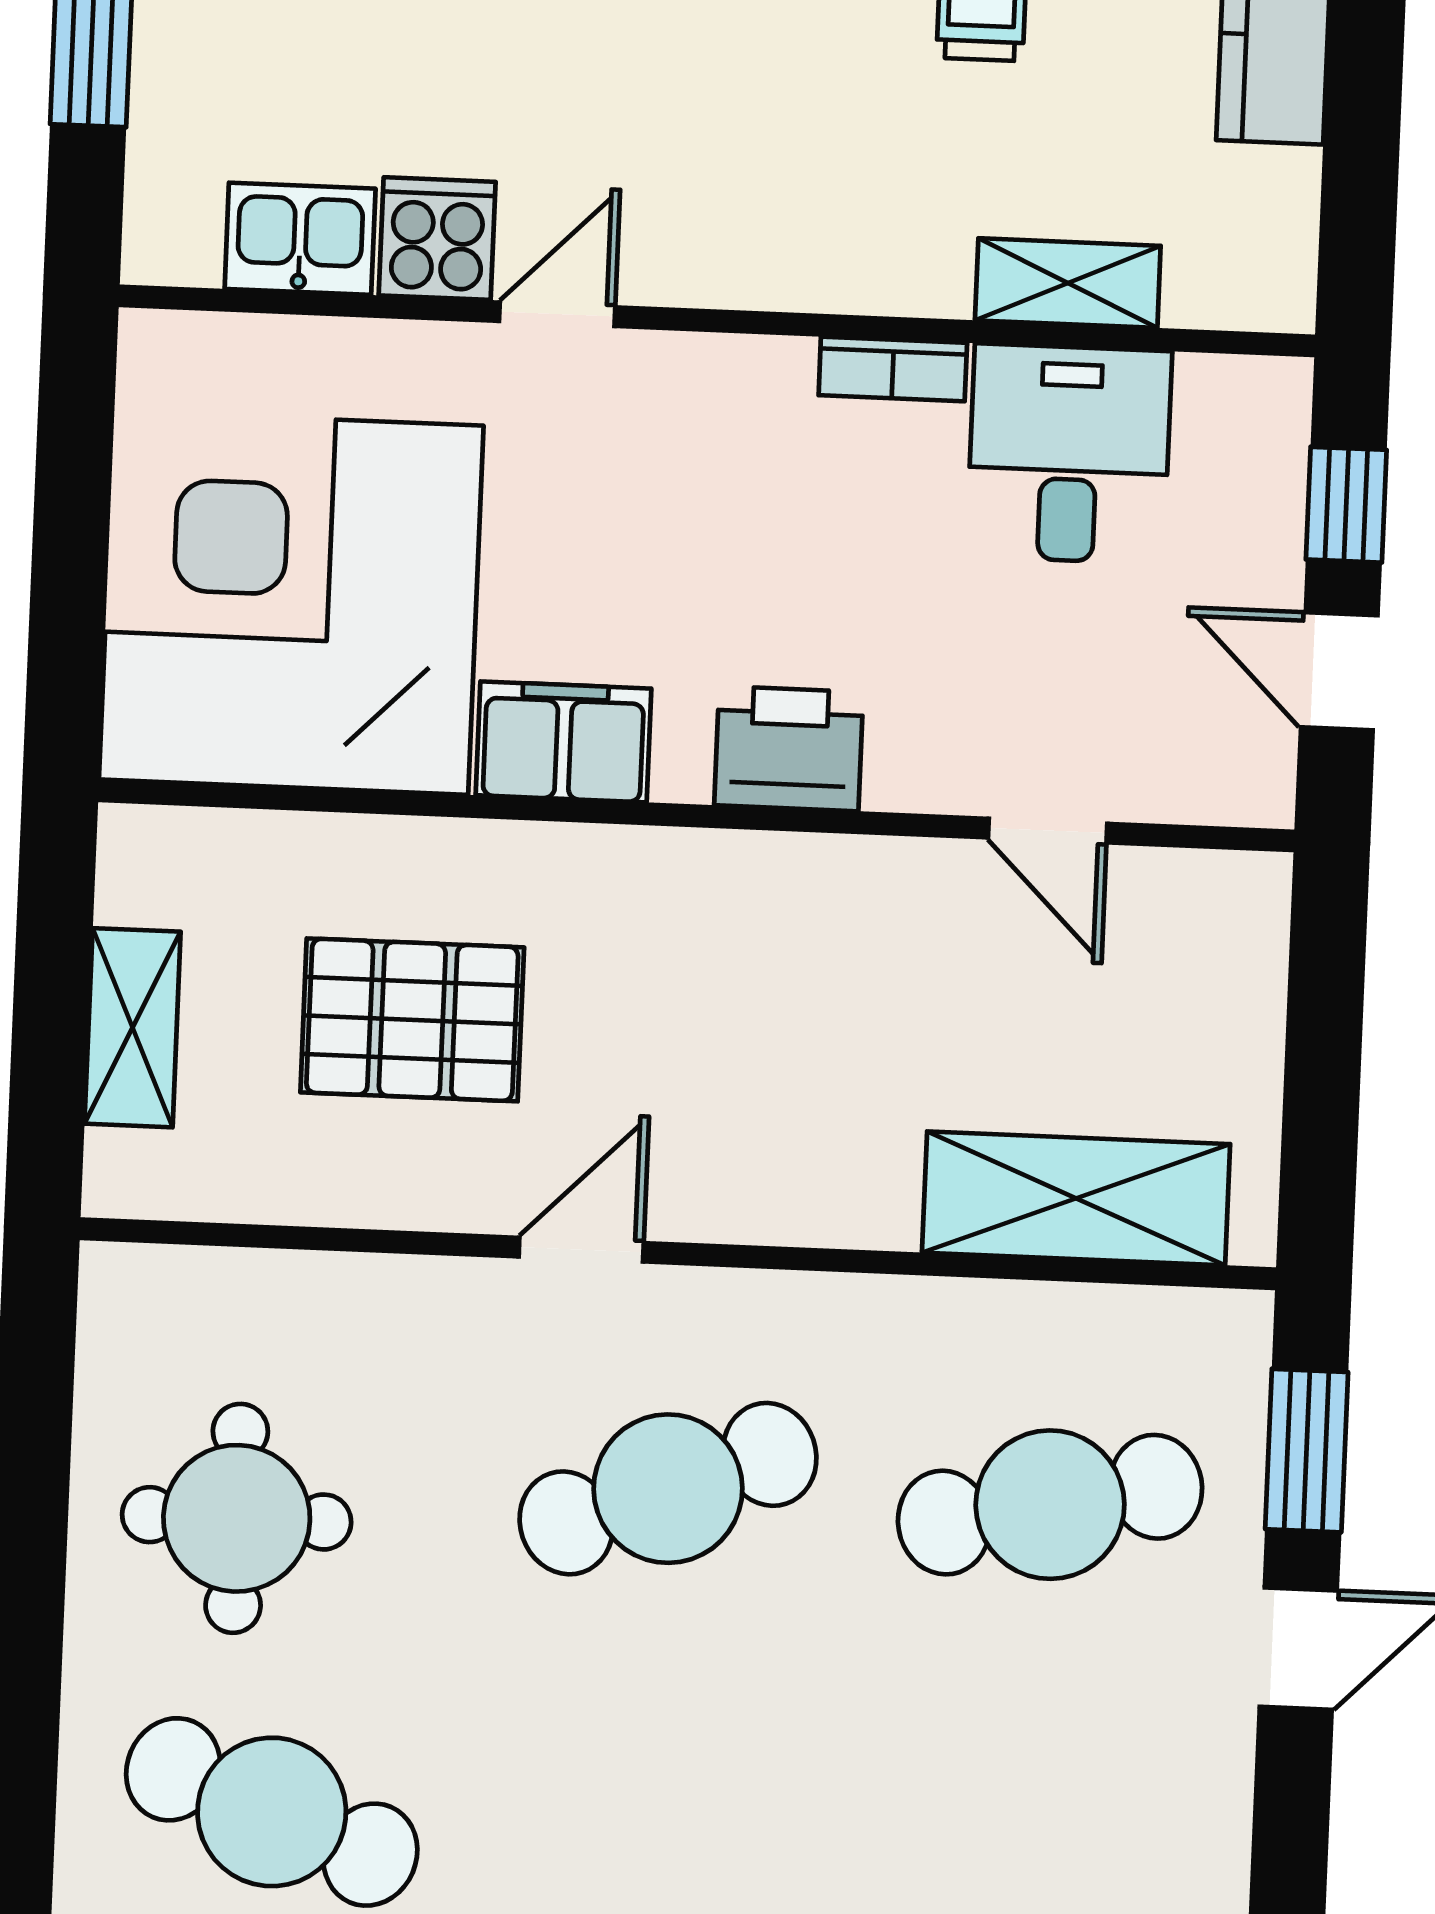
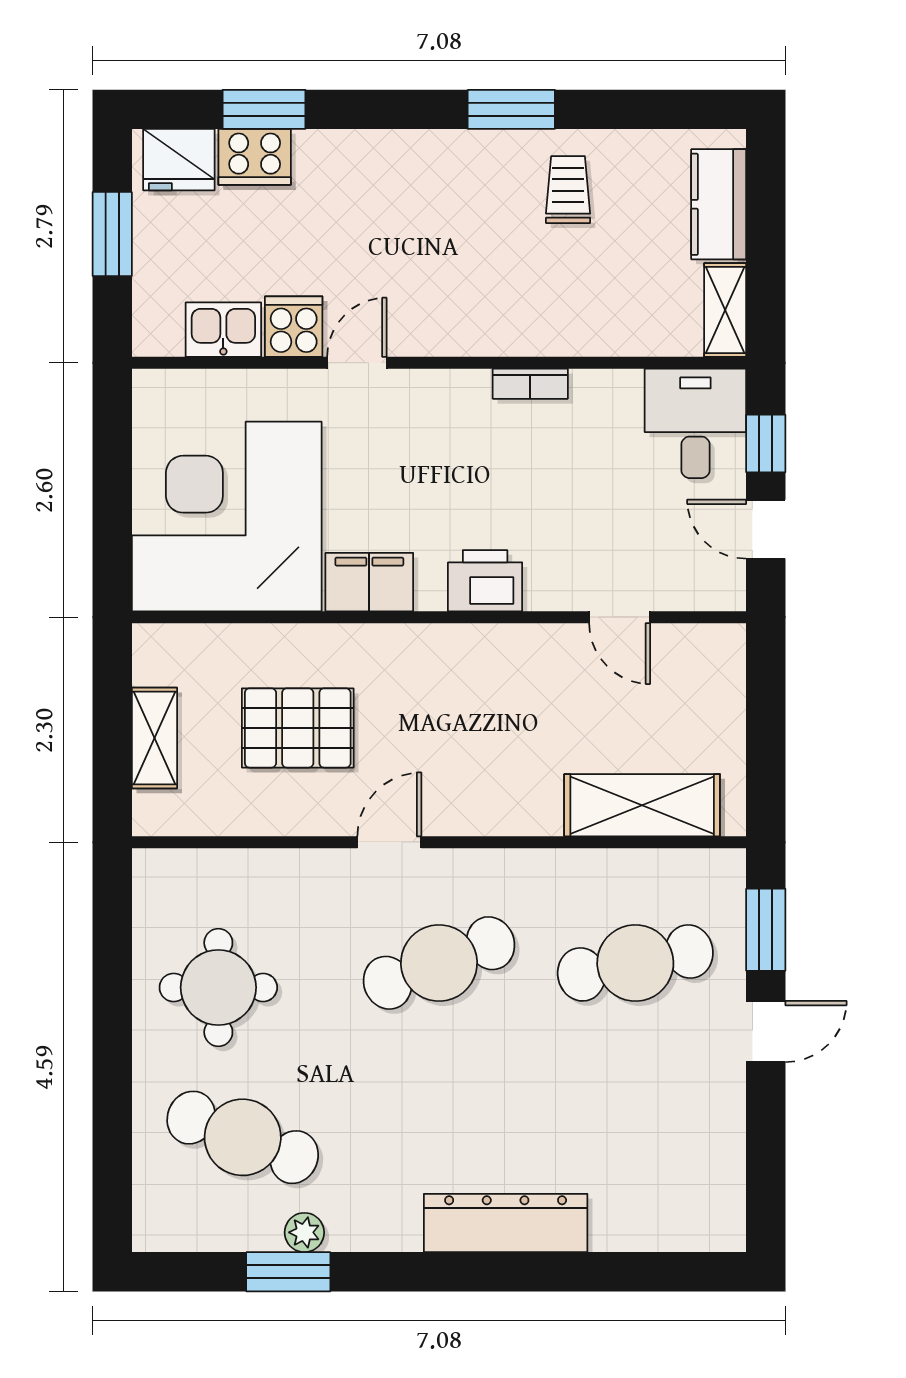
shelving: (1068, 283) -> (725, 310), moved, turned 90
desk: (1069, 454) -> (695, 423), moved

